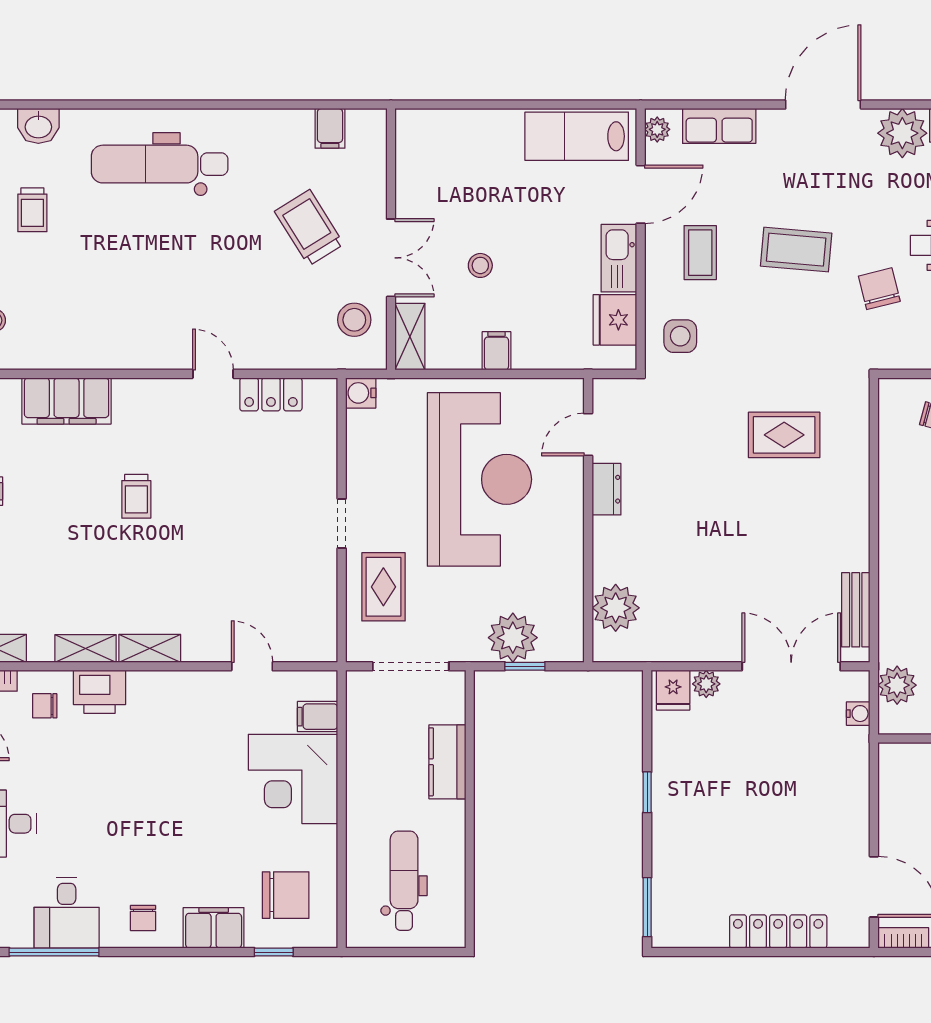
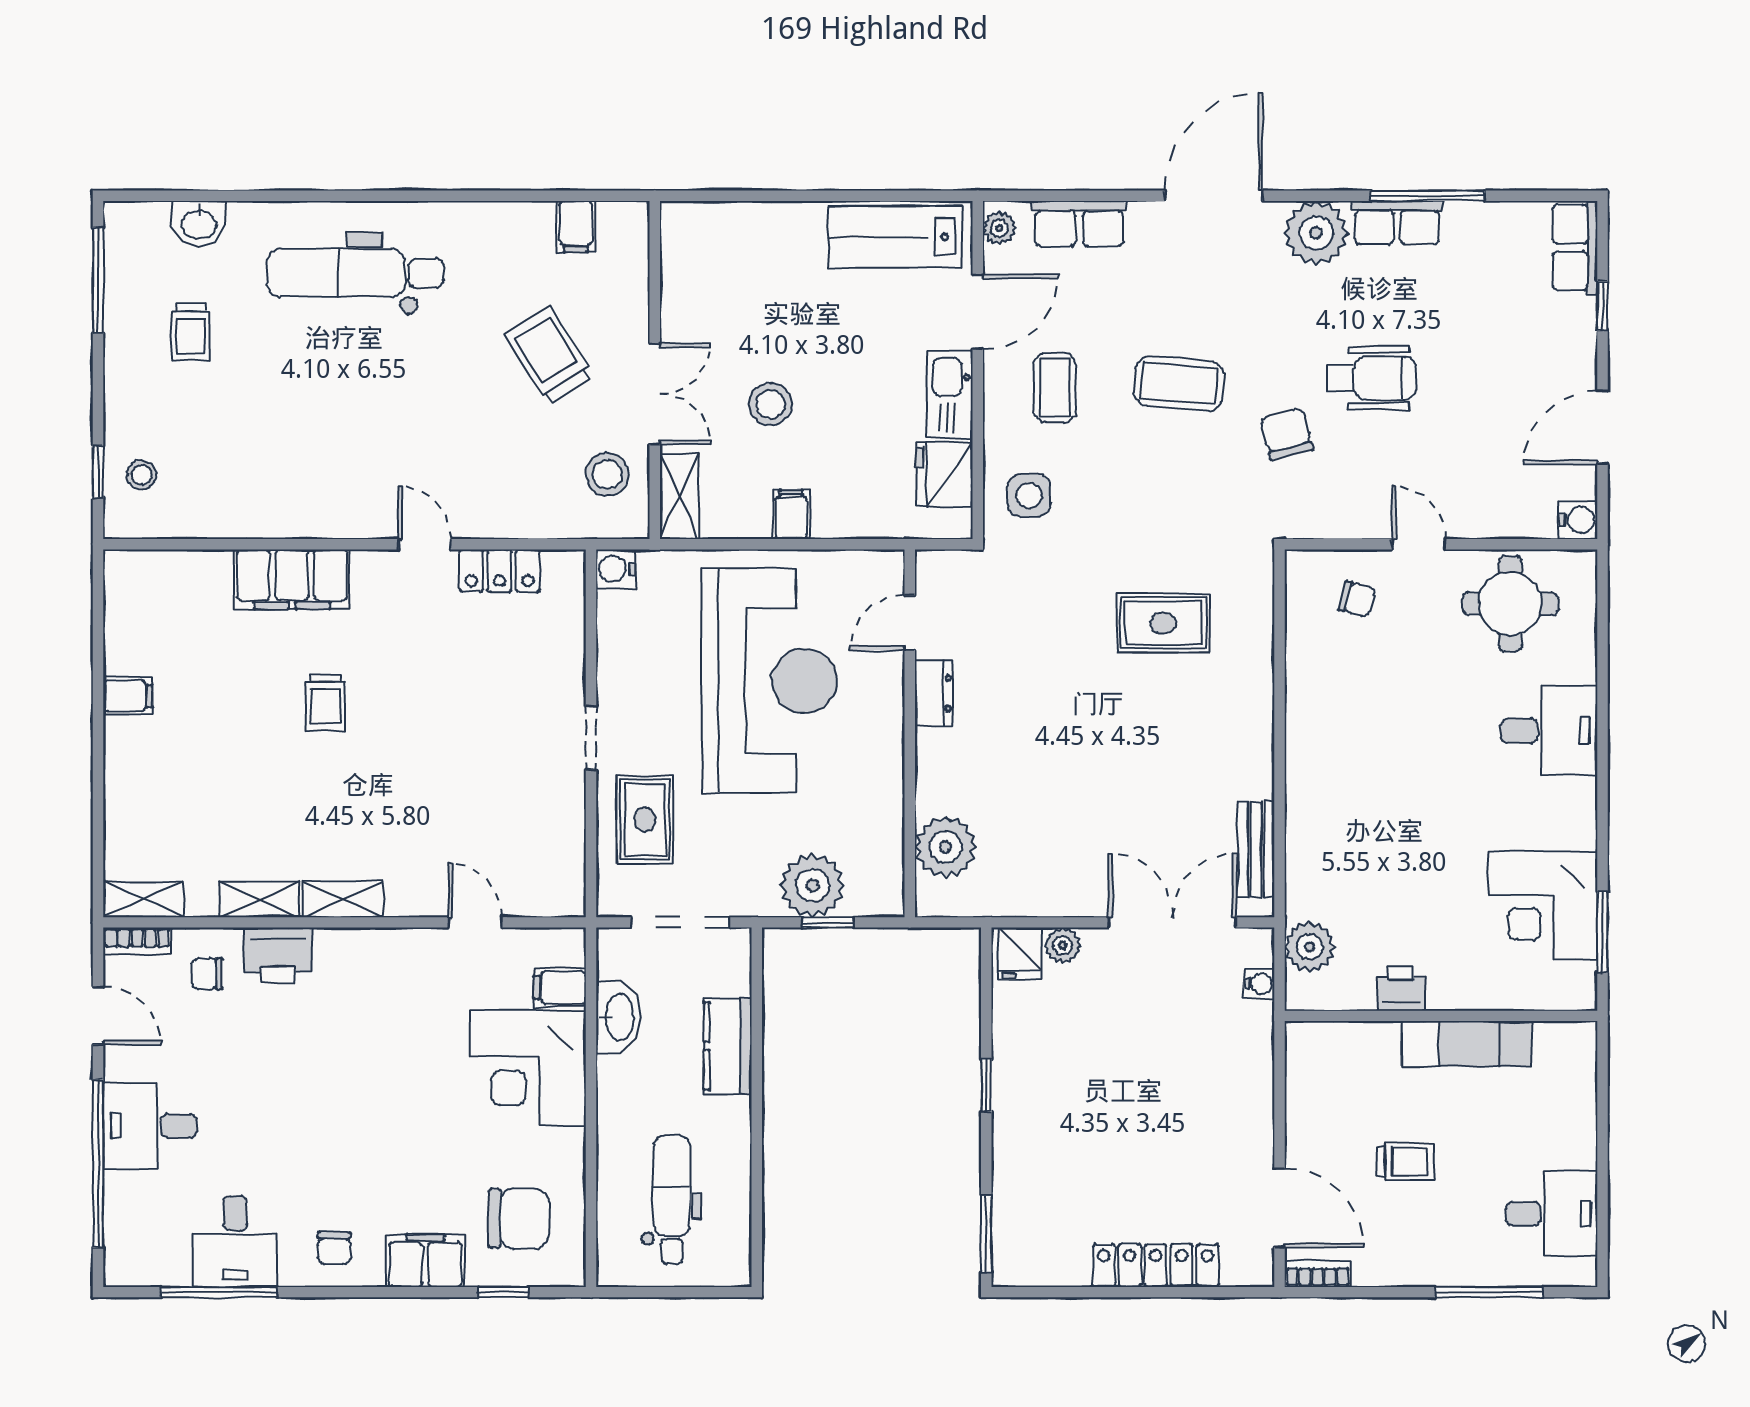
stool: (480, 265) -> (770, 404), width x1.37, depth x1.37
filing cabinet: (67, 401) -> (292, 579), moved
washbasin: (363, 740) -> (618, 1017), added

